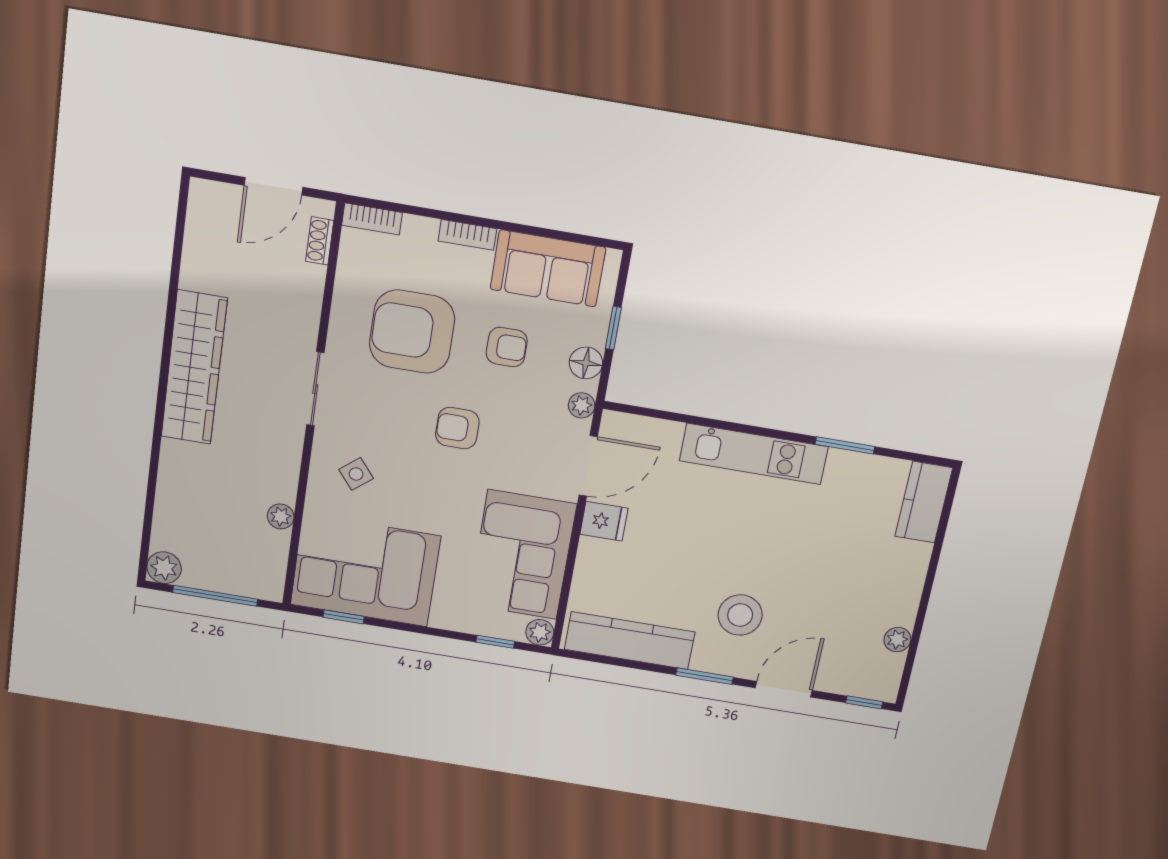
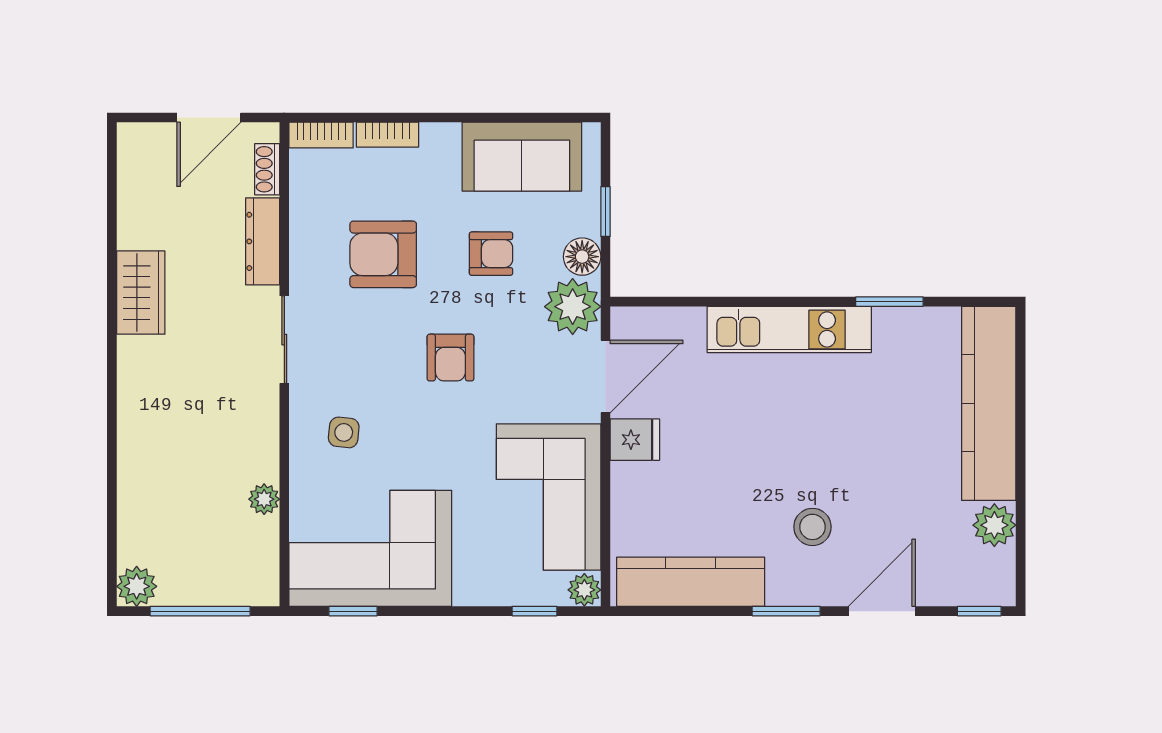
bookcase: (467, 235) -> (387, 135), moved
dresser: (307, 303) -> (263, 241), added
armchair: (412, 332) -> (383, 254), width x0.73, depth x0.73
wardrobe: (194, 368) -> (141, 293), width x0.48, depth x0.85
plant: (582, 405) -> (573, 307), width x1.87, depth x1.87
armchair: (457, 428) -> (450, 358), turned -90
side table: (356, 474) -> (344, 432), turned 45
kitchen counter: (924, 502) -> (989, 403), width x2.08, depth x1.17
stool: (740, 615) -> (812, 527), width x0.73, depth x0.73
plant: (897, 640) -> (994, 525), width x1.38, depth x1.38

